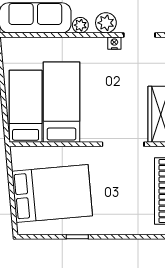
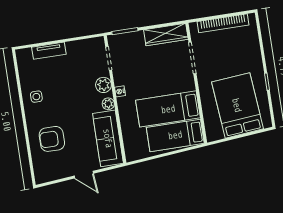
nightstand: (114, 43) -> (120, 91), moved

